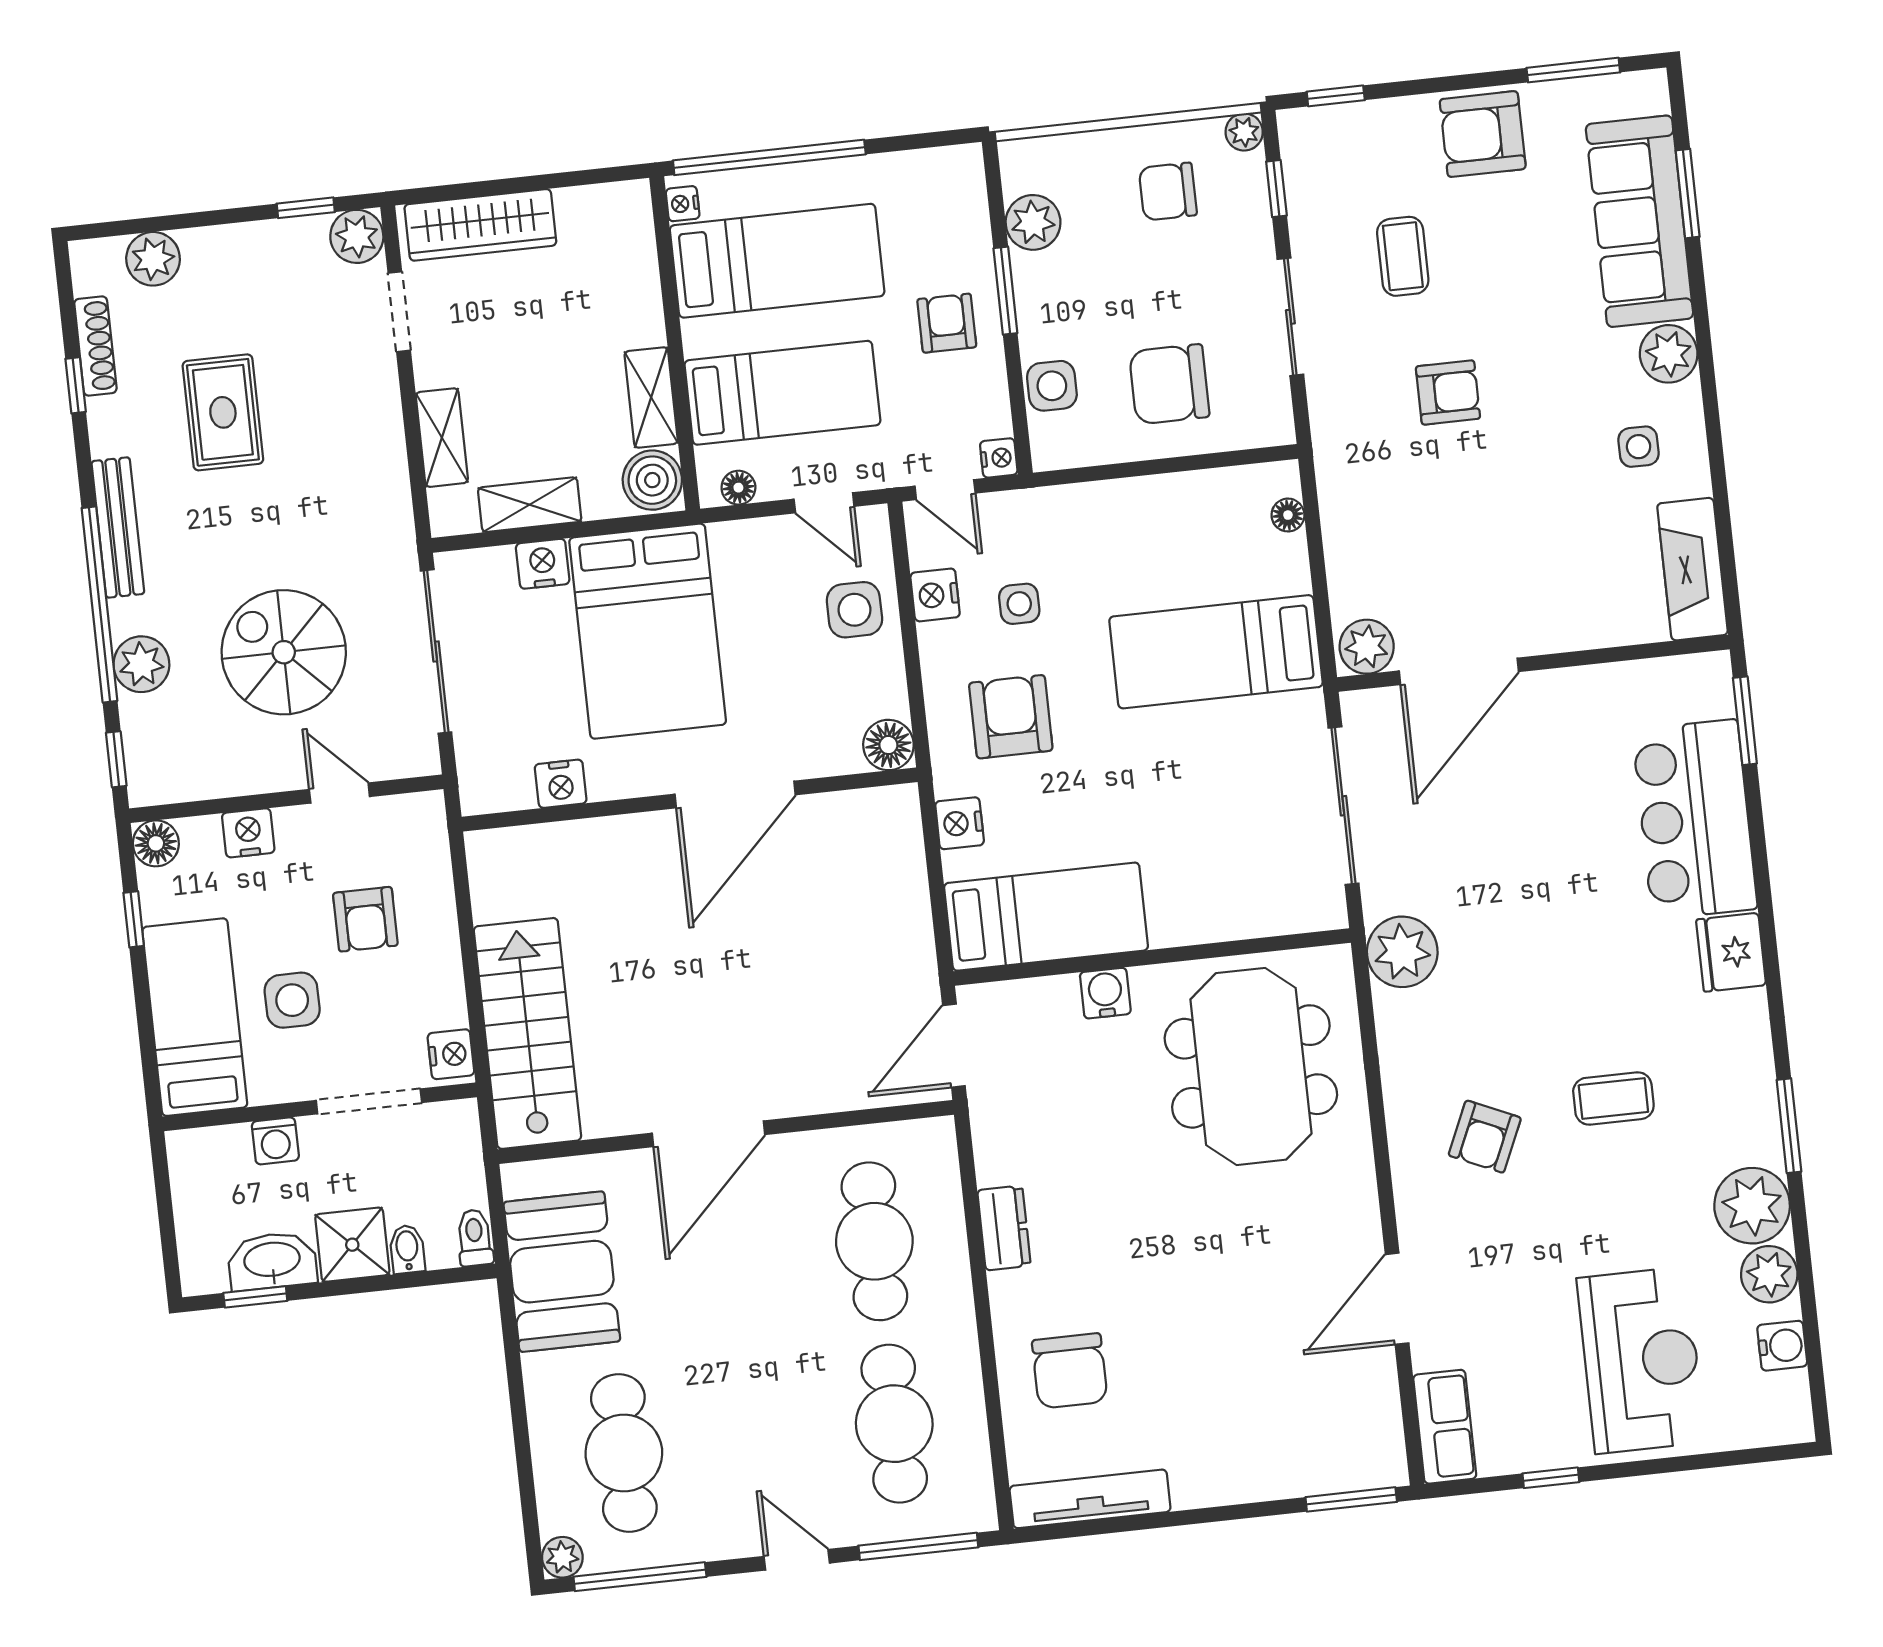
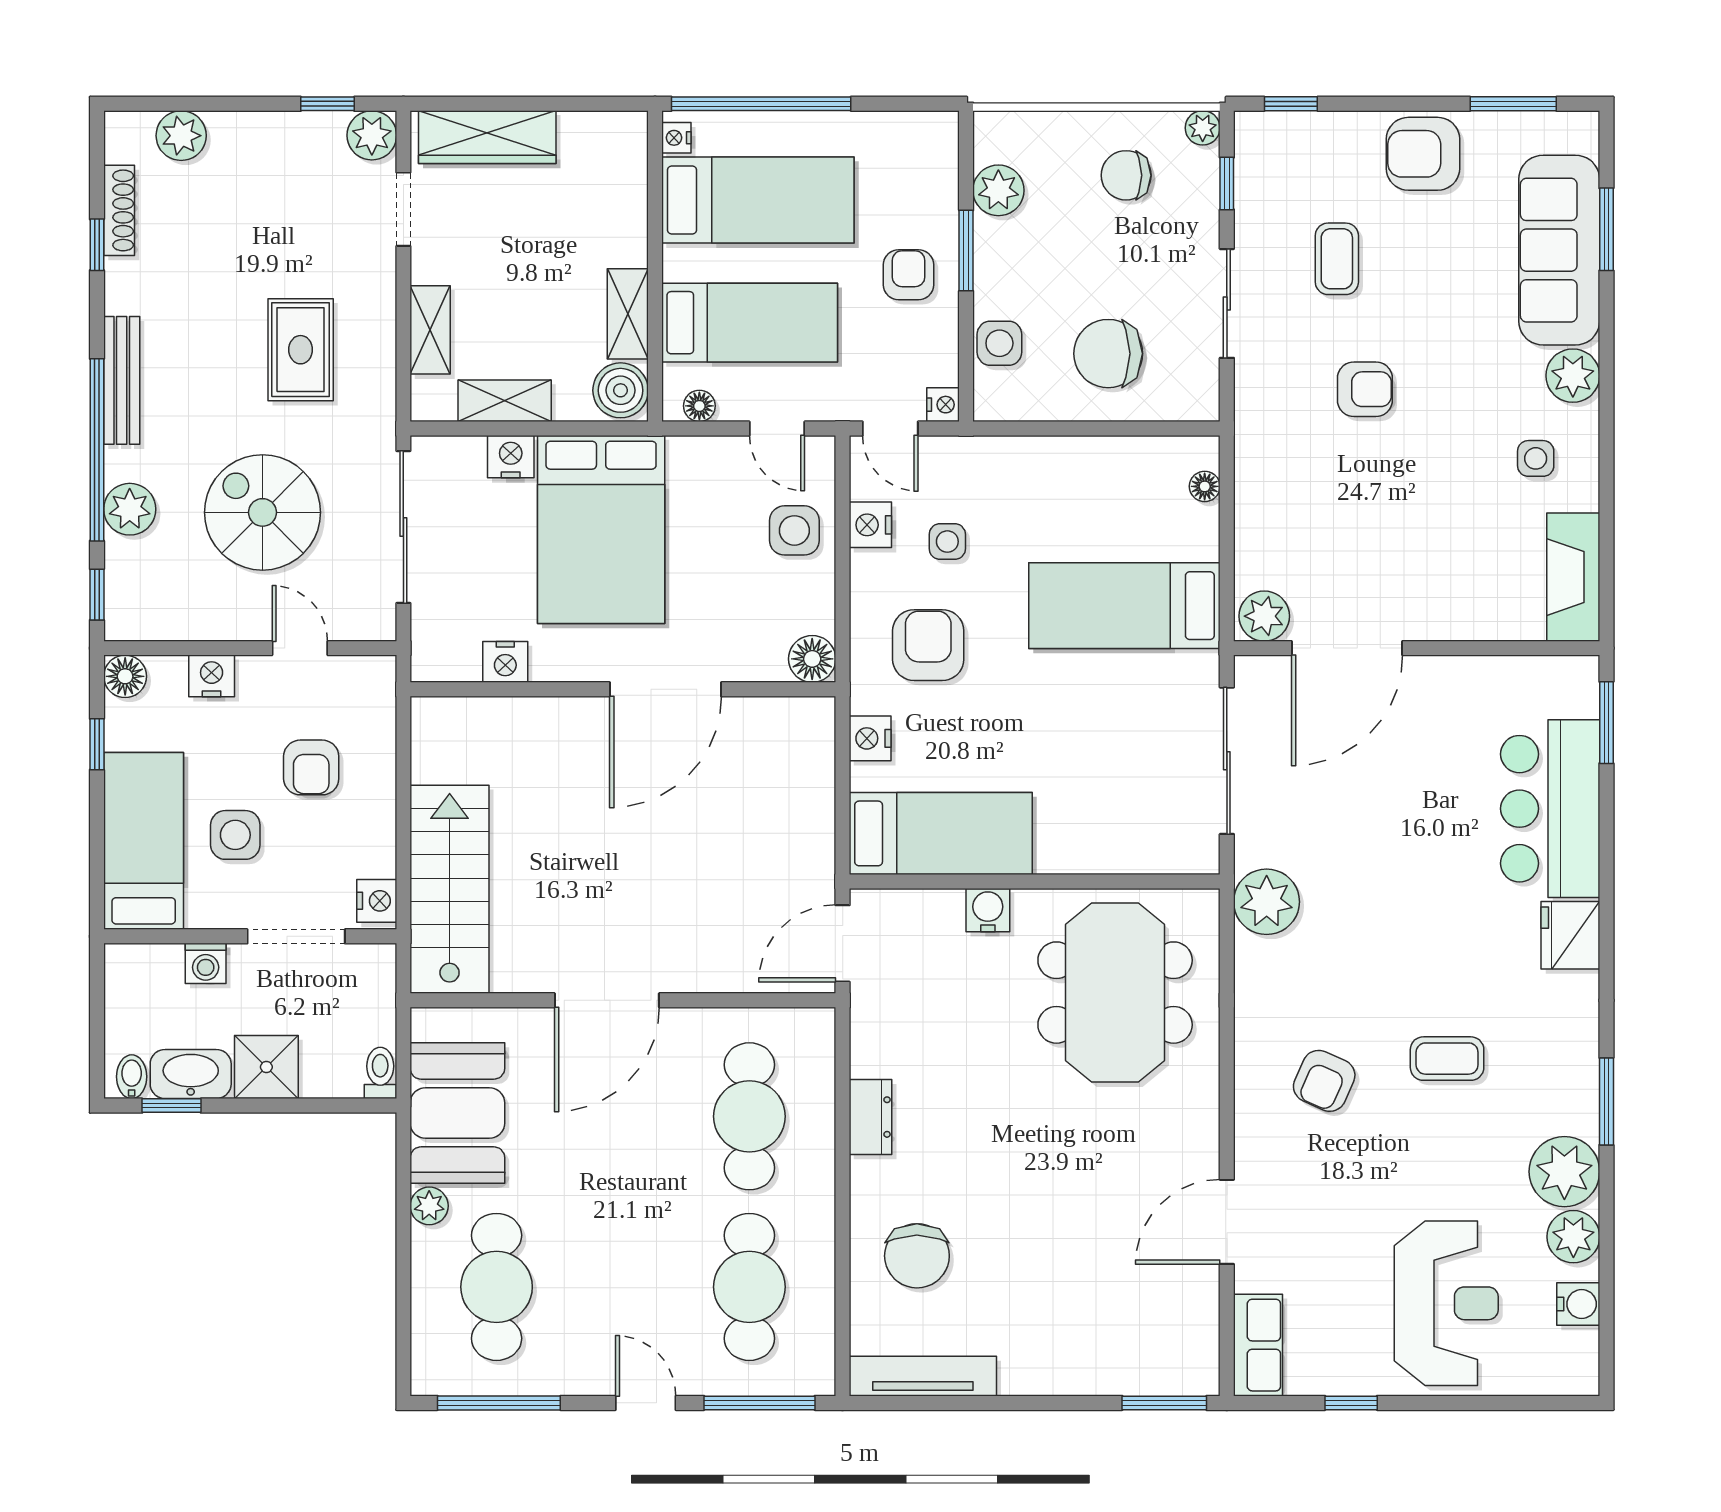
rug: (223, 412) -> (301, 350), moved
bidet: (407, 1249) -> (132, 1077), moved
plant: (562, 1557) -> (429, 1206), moved

